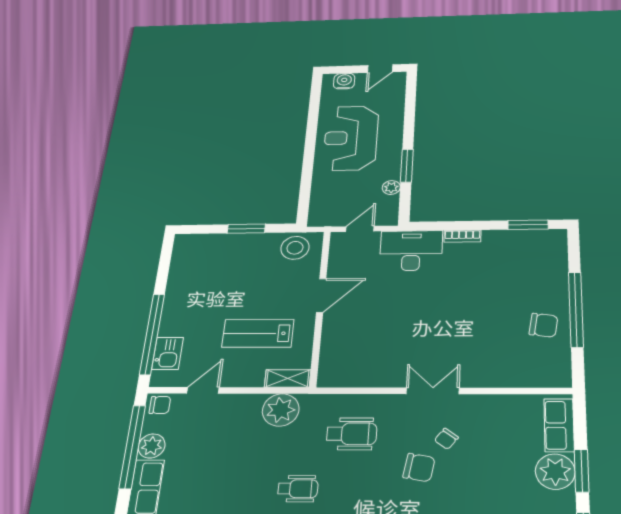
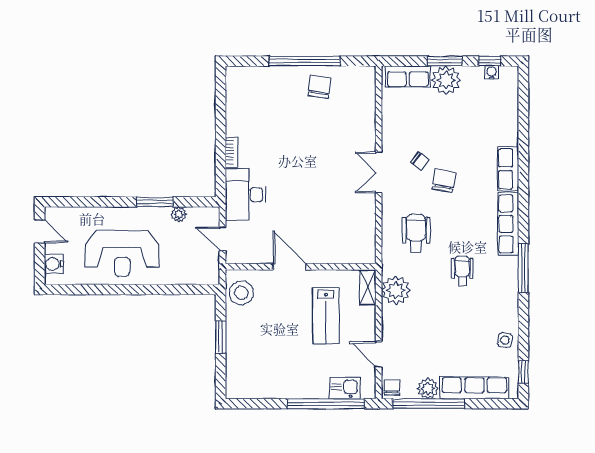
window: (528, 225) -> (221, 98), removed

